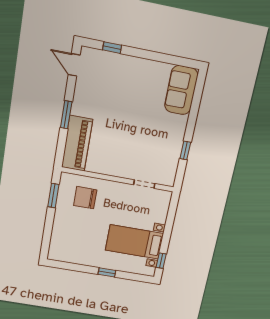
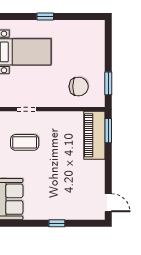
window: (112, 48) -> (57, 223), moved
window: (66, 115) -> (108, 131), moved
coffee table: (153, 150) -> (25, 142), added

